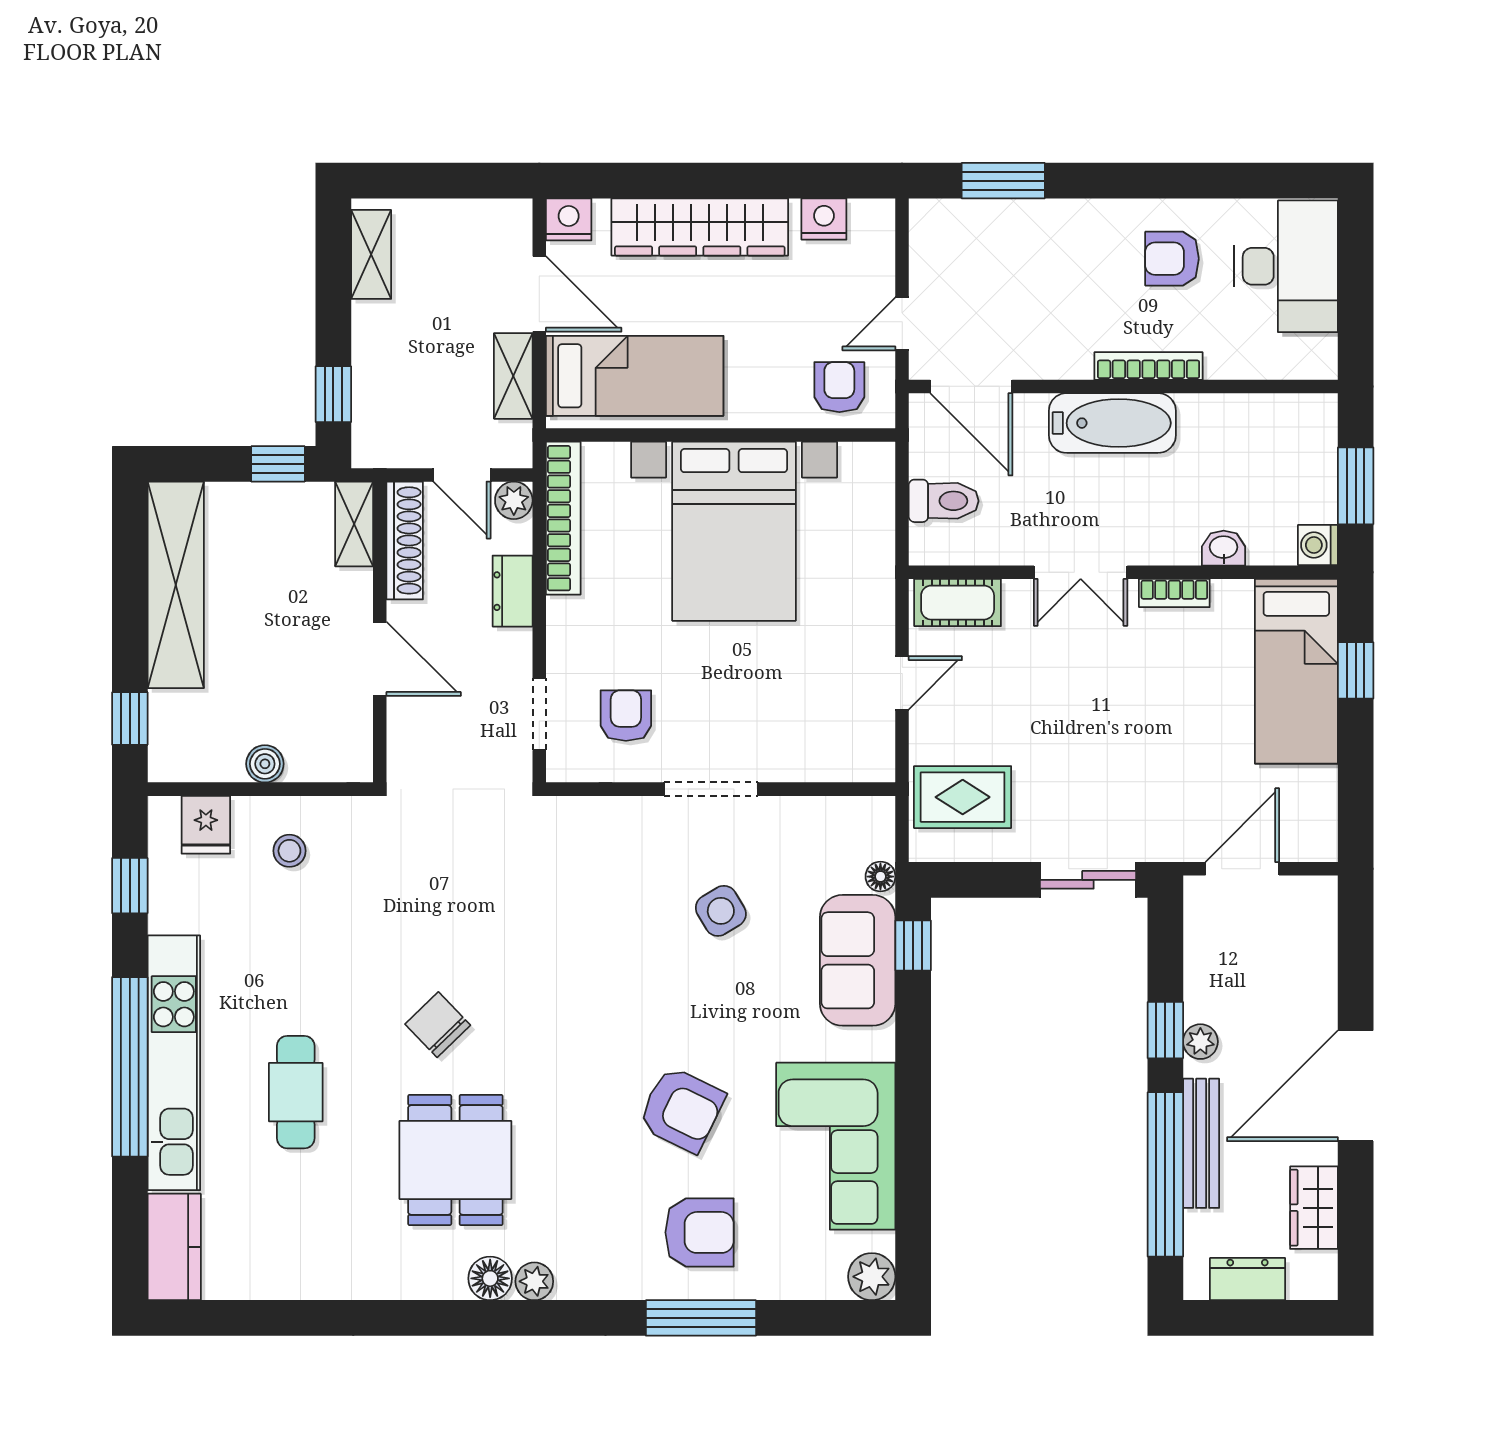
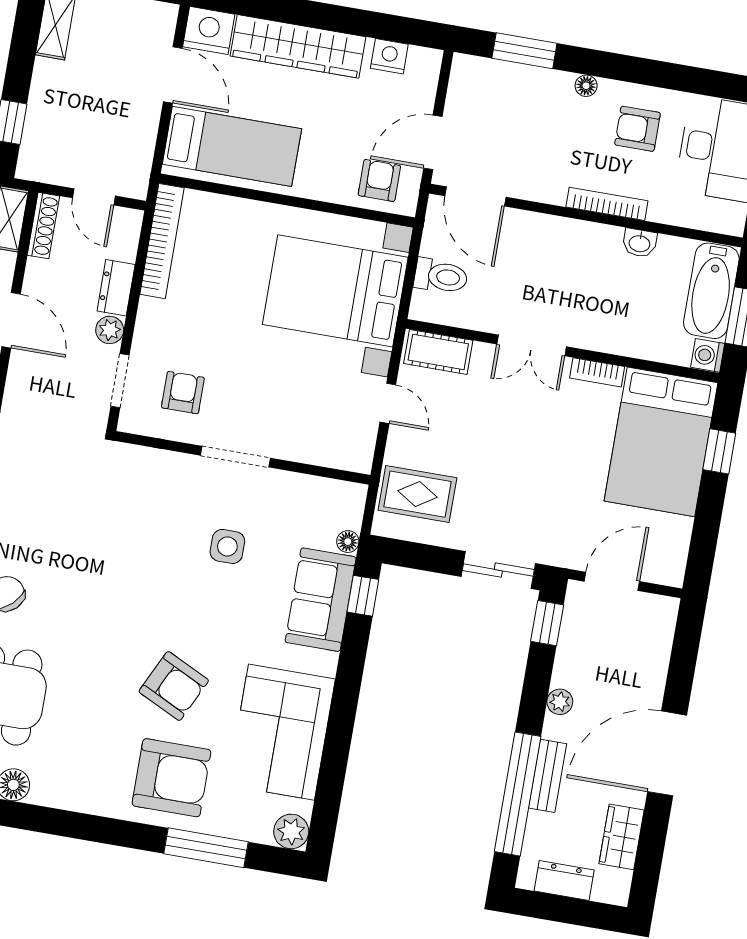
floor lamp: (1093, 213) -> (586, 86), added
nightstand: (569, 219) -> (209, 30), width x1.36, depth x1.33
door: (902, 324) -> (433, 142), width x1.38
shelving: (513, 376) -> (144, 131), removed
bathtub: (1112, 423) -> (711, 291), moved, turned 90
plant: (514, 500) -> (110, 330), moved
bed with nightstands: (734, 531) -> (335, 291), moved, turned 90
shoe rack: (405, 540) -> (43, 226), width x0.74, depth x0.81
washbasin: (1224, 548) -> (640, 243), moved, turned 180
bed: (1296, 671) -> (661, 442), width x1.50
door: (902, 683) -> (388, 403), hinge flipped
side table: (721, 911) -> (227, 546), turned 31
window: (1165, 1030) -> (547, 623), moved
bench: (1201, 1143) -> (548, 776), width x0.73
armchair: (700, 1232) -> (171, 778), width x1.36, depth x1.36
plant: (534, 1281) -> (45, 793), removed
window: (701, 1318) -> (206, 848), moved

